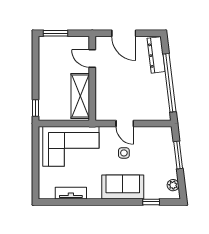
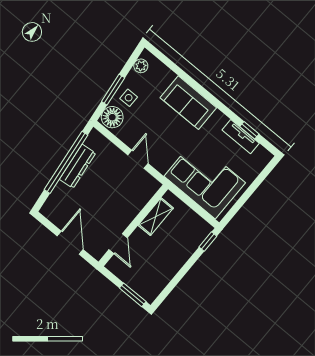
dresser: (156, 55) -> (78, 166), moved
shelving: (80, 96) -> (156, 217), width x0.67, depth x0.75
floor lamp: (164, 137) -> (112, 117), added
side table: (124, 153) -> (129, 98), moved
window: (151, 202) -> (249, 130), moved

